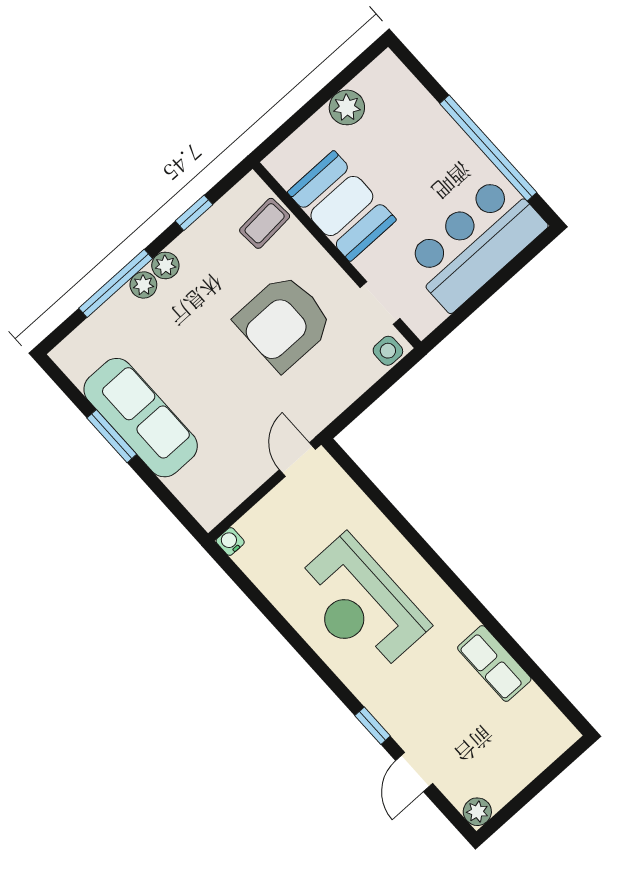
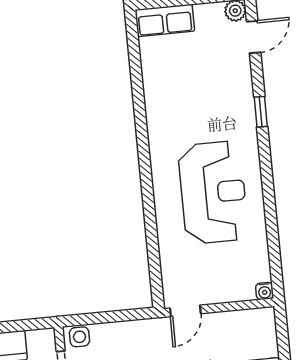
row of seats: (494, 664) -> (165, 20), moved, turned 90
door: (414, 772) -> (254, 37), moved

